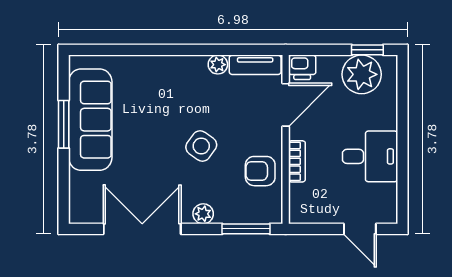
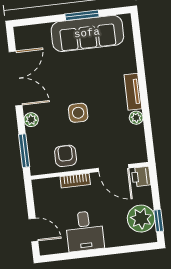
tv unit: (255, 65) -> (133, 92), moved
side table: (201, 146) -> (78, 113), turned -36
door: (360, 229) -> (33, 230), swing flipped

